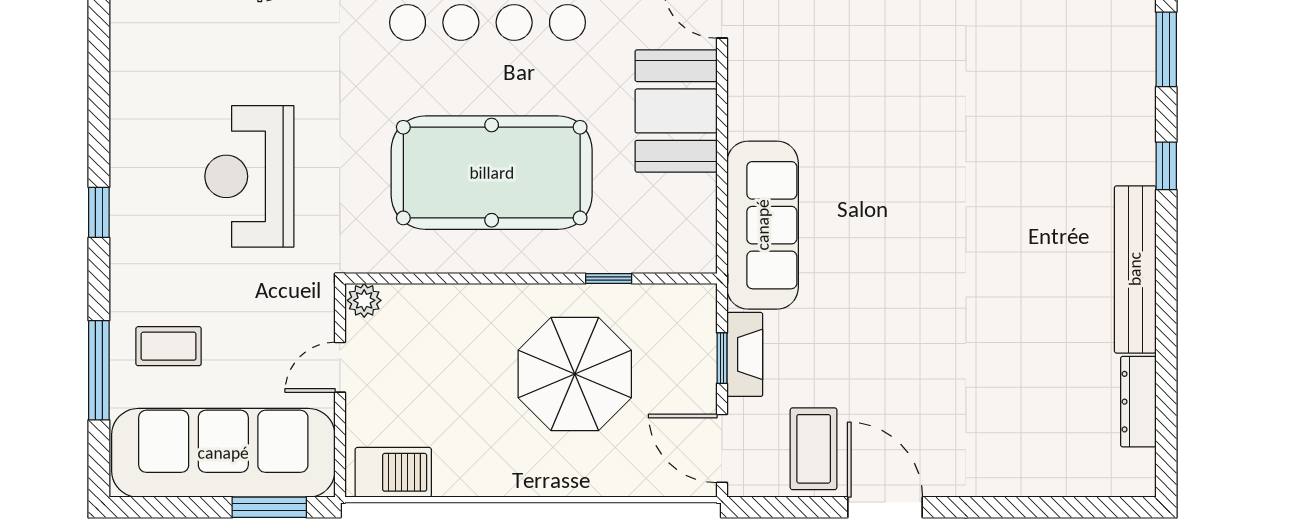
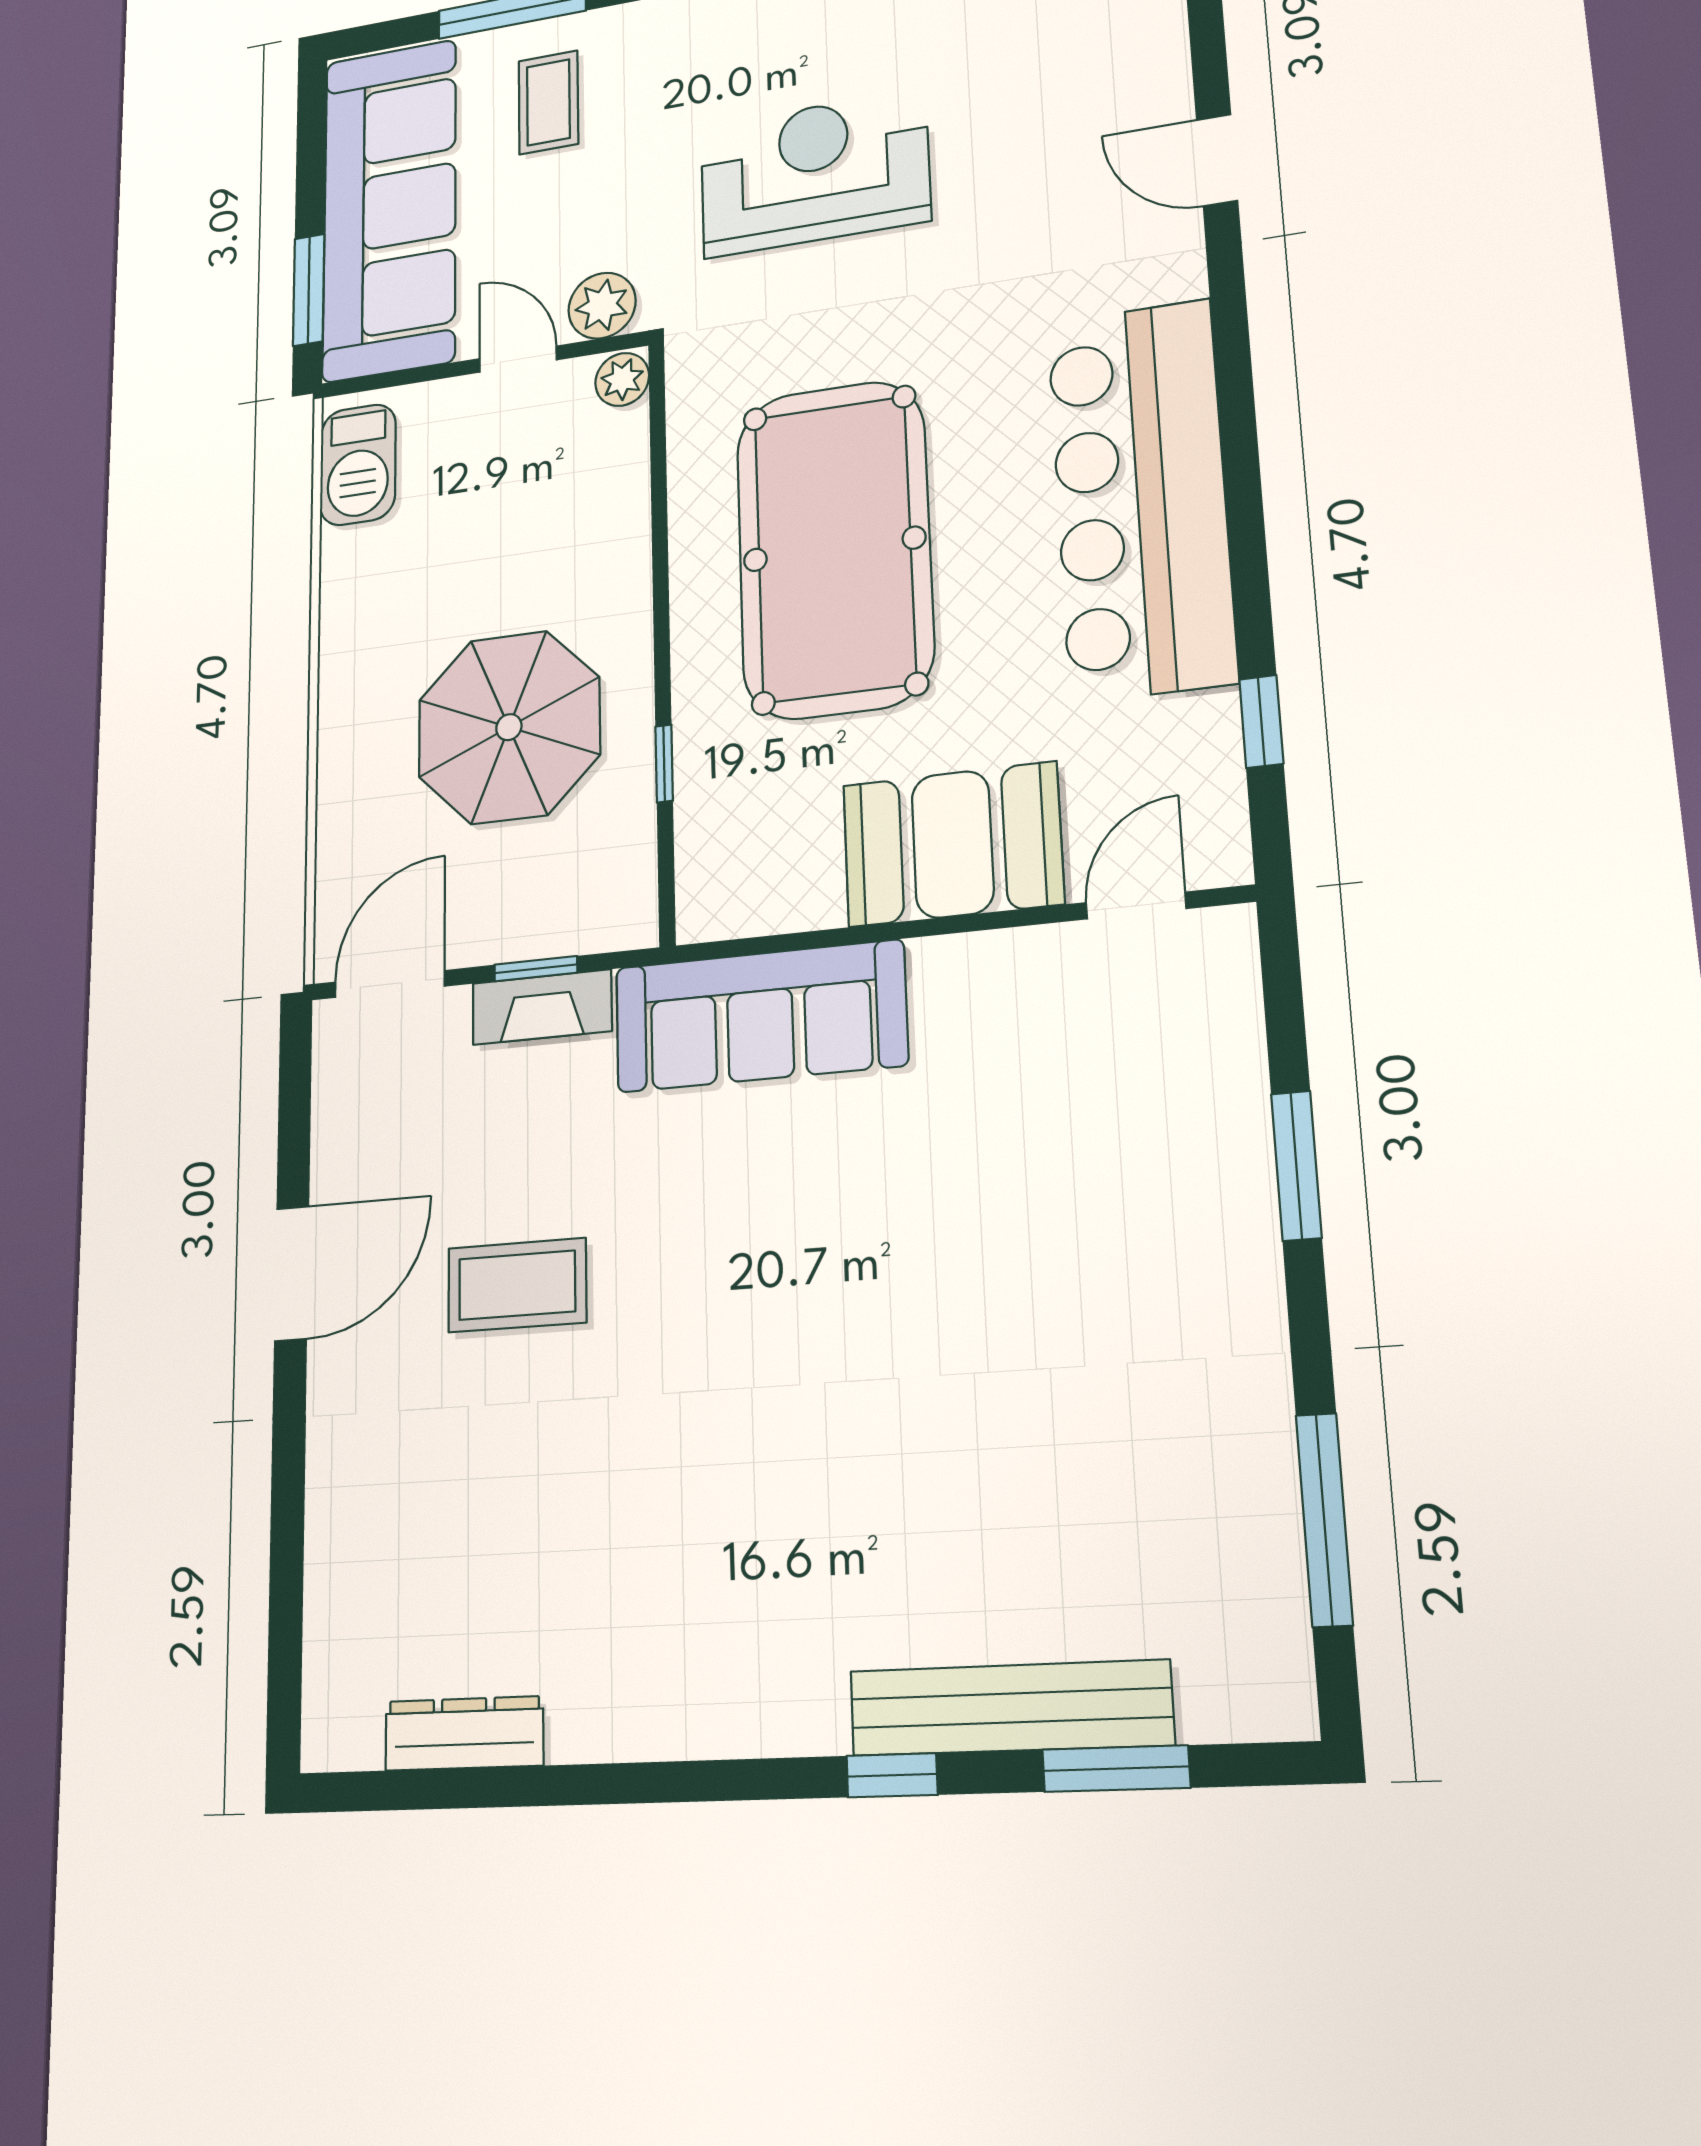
bench: (1135, 269) -> (1010, 1708), moved
plant: (313, 313) -> (602, 306), added
coffee table: (814, 449) -> (517, 1285), moved

